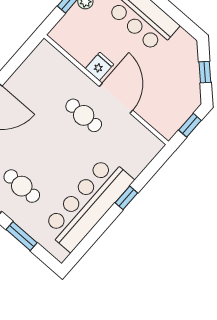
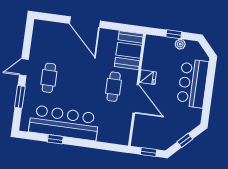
booth: (52, 68) -> (129, 50), added
door: (116, 98) -> (136, 99), hinge flipped
window: (126, 198) -> (55, 139), moved

